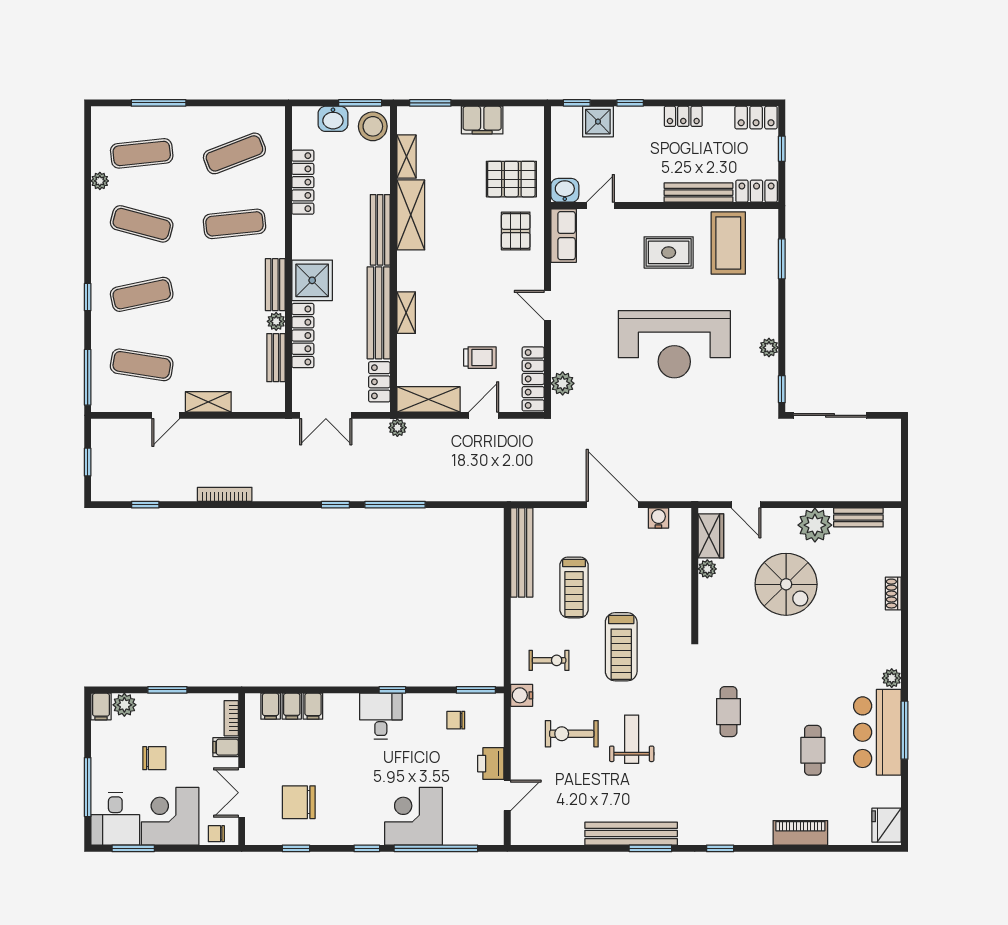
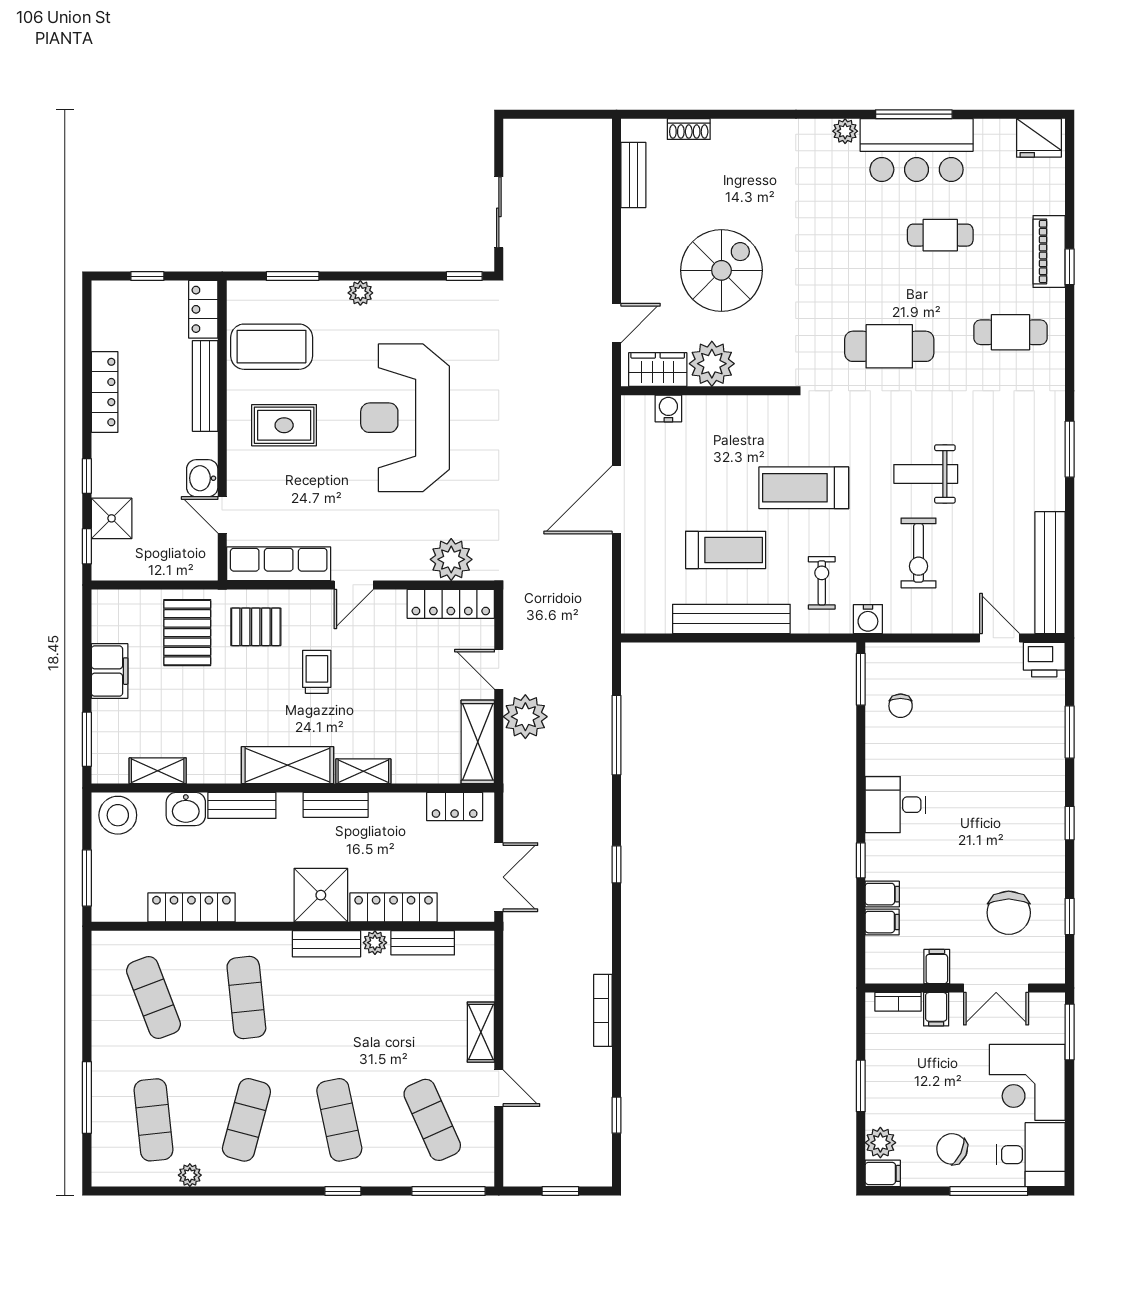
window: (360, 103) -> (87, 878), moved
locker: (683, 116) -> (105, 392), width x1.53
locker: (756, 118) -> (106, 310), removed
washbasin: (333, 119) -> (186, 809), moved, turned 90
washbasin: (565, 190) -> (202, 478), moved
shelving: (411, 215) -> (288, 765), moved
bench: (380, 230) -> (242, 805), width x0.73
row of seats: (564, 236) -> (279, 564), width x1.48
rug: (669, 252) -> (284, 425), turned 90
bench: (379, 313) -> (336, 805), width x0.54, depth x0.82
reception desk: (674, 344) -> (405, 418), turned 180
plant: (769, 348) -> (360, 293), moved
trolley: (480, 358) -> (317, 672), moved
exercise mat: (142, 365) -> (432, 1120), turned -33
plant: (563, 383) -> (451, 559), width x1.36, depth x1.36
sliding door: (830, 415) -> (499, 212), width x0.73
plant: (397, 428) -> (525, 717), moved, width x1.87, depth x1.87
window: (395, 505) -> (617, 735), moved
water cooler: (658, 518) -> (668, 409), moved, turned 90
plant: (815, 525) -> (643, 232), removed
bench: (522, 553) -> (731, 619), moved
plant: (707, 569) -> (712, 364), width x1.87, depth x1.87
shoe rack: (893, 594) -> (689, 129), moved
treadmill: (621, 647) -> (804, 488), turned 180
window: (392, 690) -> (861, 860), moved
filing cabinet: (271, 706) -> (937, 967), moved, turned -90
cafe table: (728, 712) -> (889, 346), width x1.37, depth x1.35
chair: (154, 758) -> (952, 1149), moved, turned -65
printer: (491, 764) -> (1044, 660), moved
cafe table: (739, 804) -> (1010, 332), added
corner desk: (414, 816) -> (1027, 761), removed
chair: (216, 834) -> (1050, 1021), removed
bench: (631, 834) -> (1050, 573), moved
window: (133, 848) -> (1070, 1032), moved
window: (436, 848) -> (1070, 732), width x0.47
window: (720, 848) -> (1070, 267), moved

